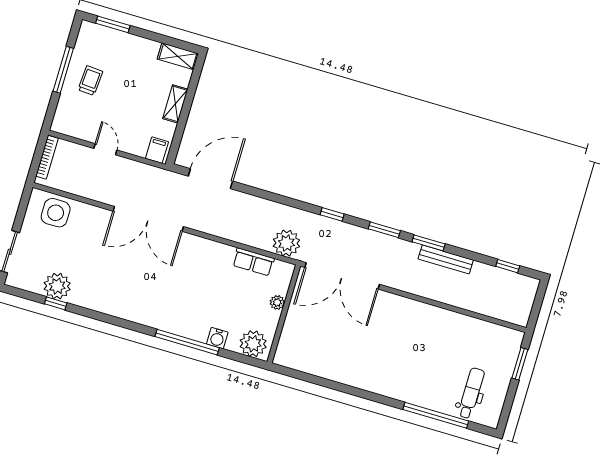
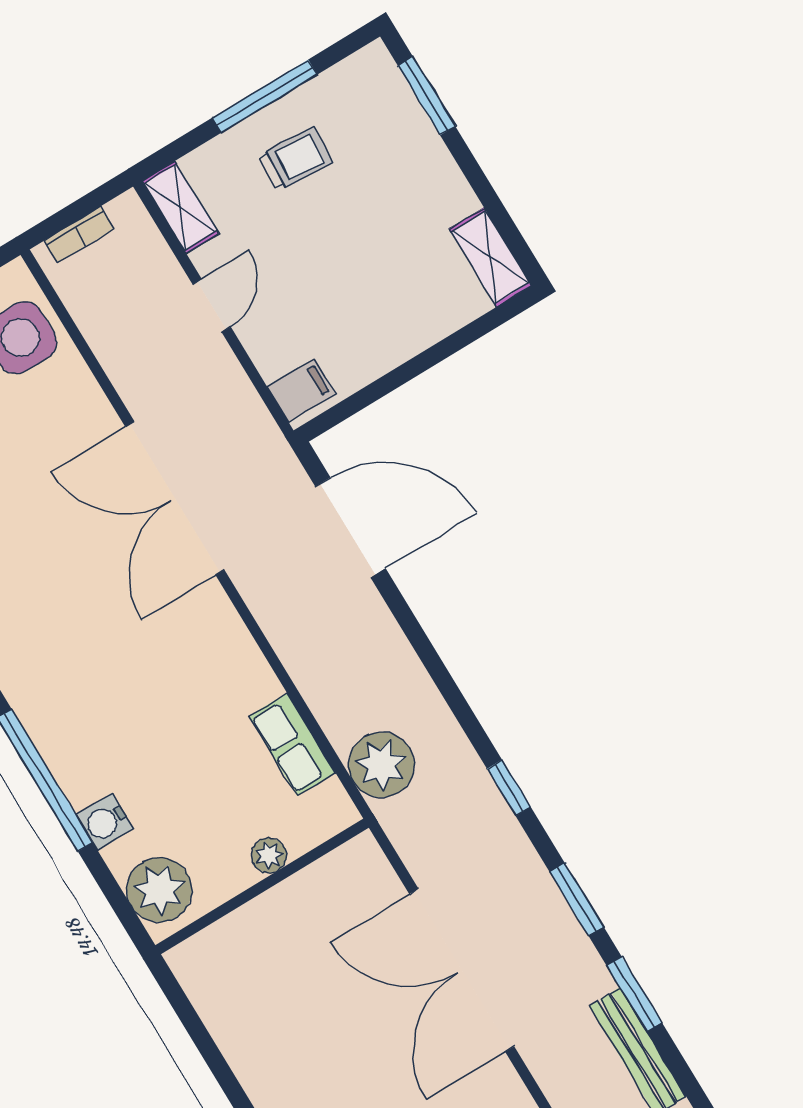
shelving: (175, 104) -> (180, 207), moved, turned 90
bookcase: (47, 157) -> (79, 235), width x0.64
double door: (342, 276) -> (462, 970), moved

